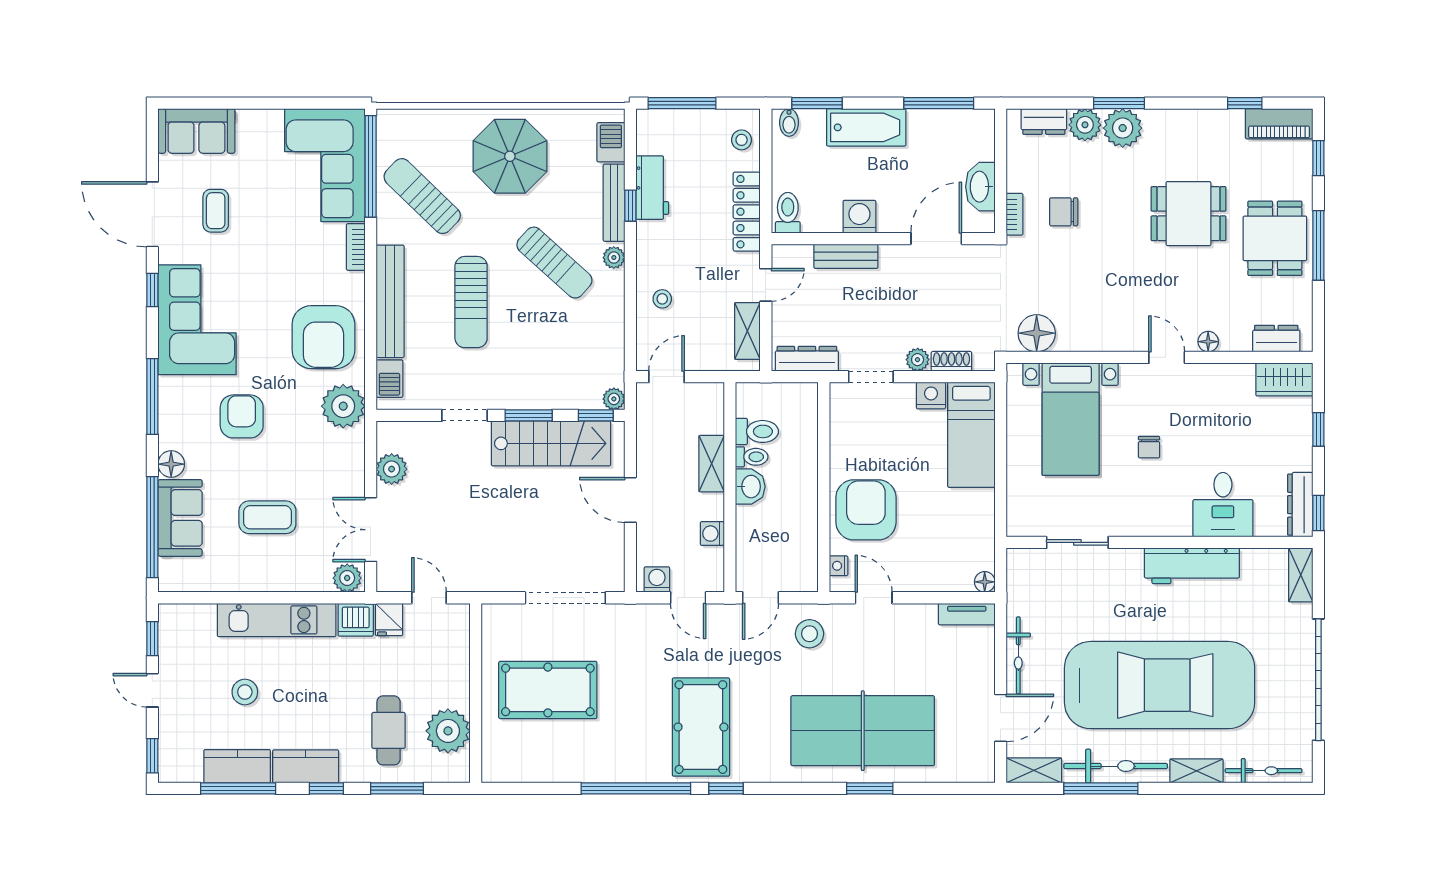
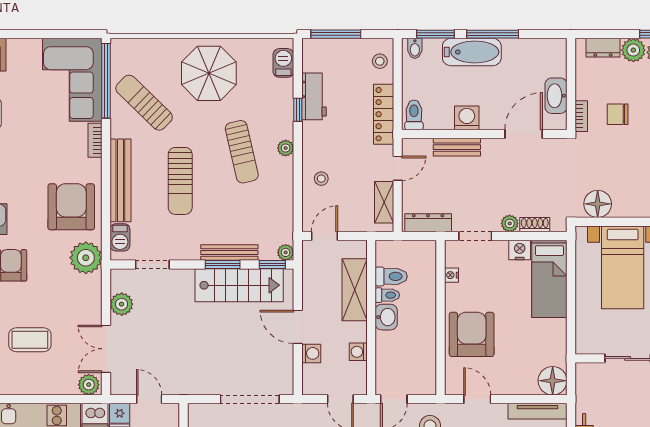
window: (939, 103) -> (493, 34), moved
bench: (614, 203) -> (229, 253), moved, turned 90
sun lounger: (554, 263) -> (242, 152), turned 35
armchair: (323, 337) -> (71, 207), turned 180
doorway: (465, 415) -> (152, 265), moved
shelving: (712, 464) -> (355, 290), width x1.50, depth x1.33
nightstand: (839, 566) -> (451, 275), moved
washing machine: (657, 579) -> (311, 353), moved, turned 90
floor lamp: (985, 582) -> (553, 381), width x1.89, depth x1.89
tv unit: (967, 614) -> (538, 411), width x1.41

